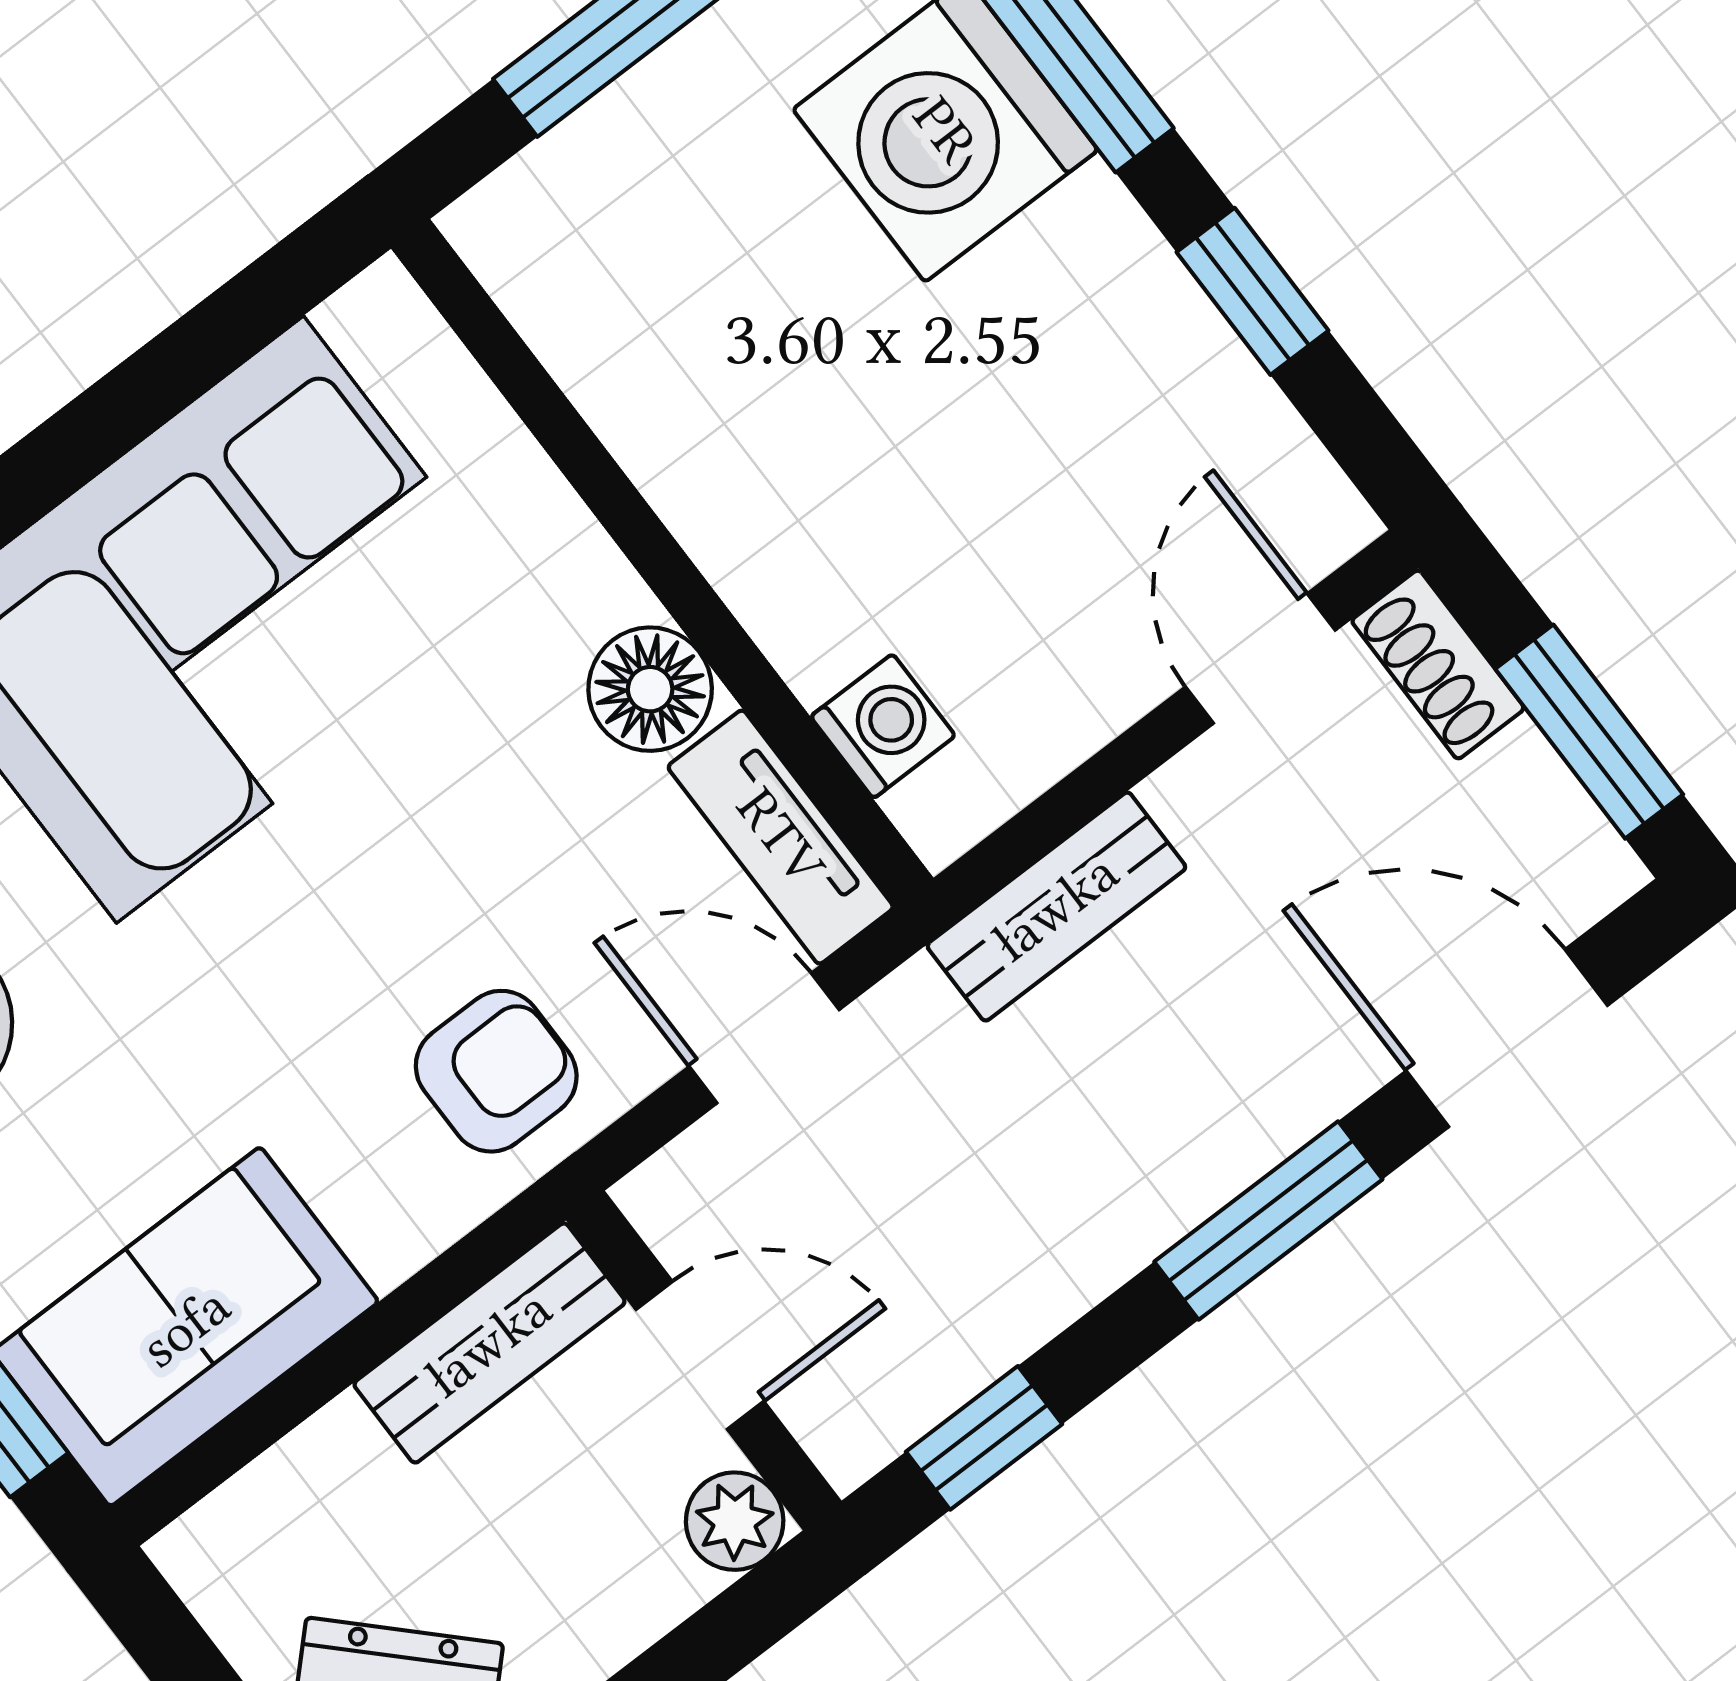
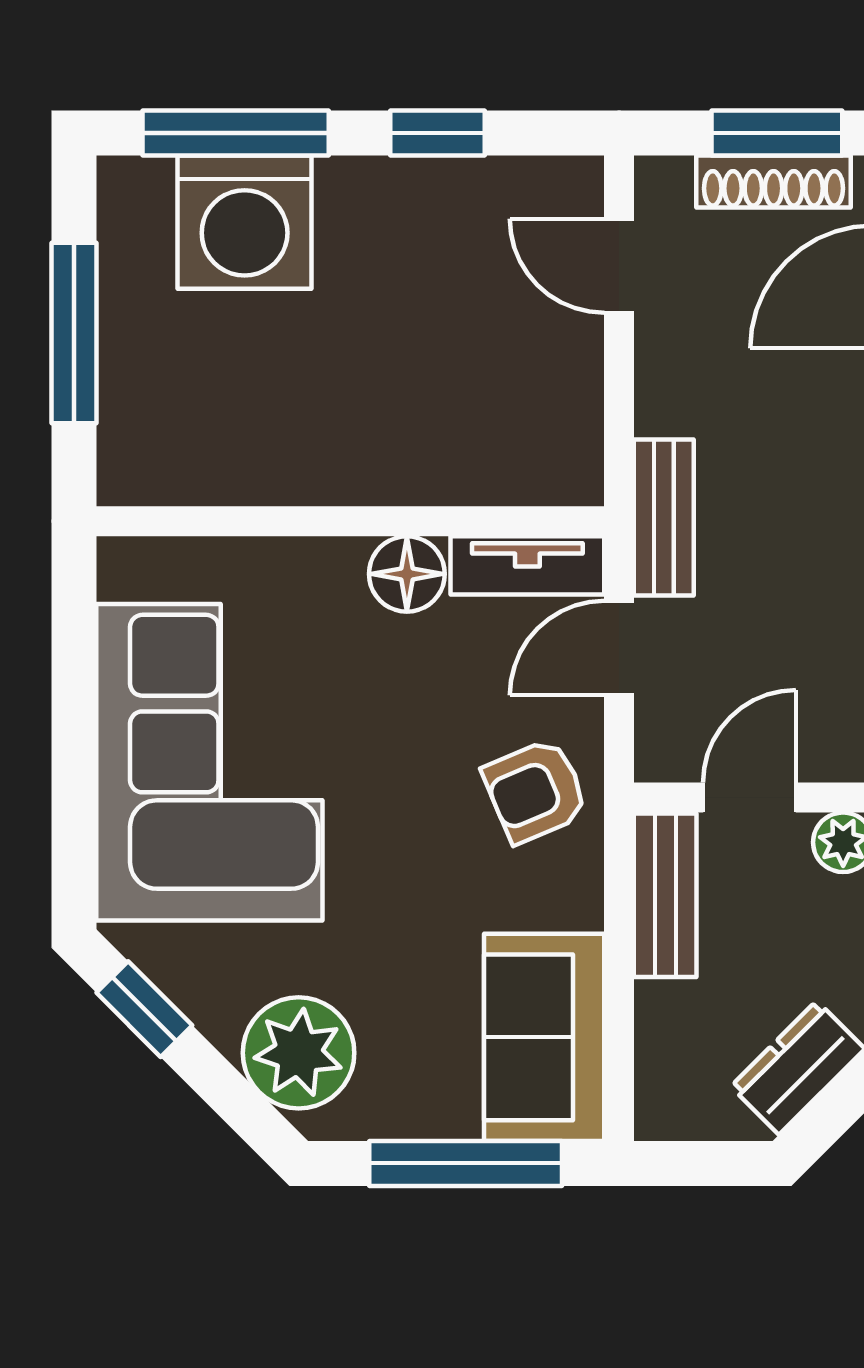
shoe rack: (1438, 665) -> (774, 182), moved, width x1.43
washing machine: (883, 726) -> (511, 474), removed
bench: (1056, 907) -> (664, 518), moved
armchair: (496, 1071) -> (536, 791), turned -113

